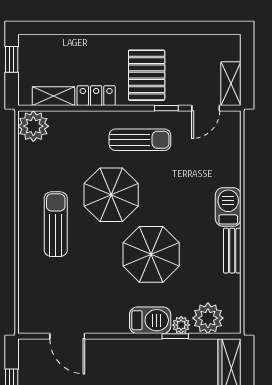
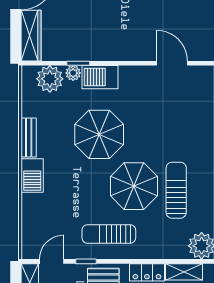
sun lounger: (56, 224) -> (176, 190), moved, turned 180

